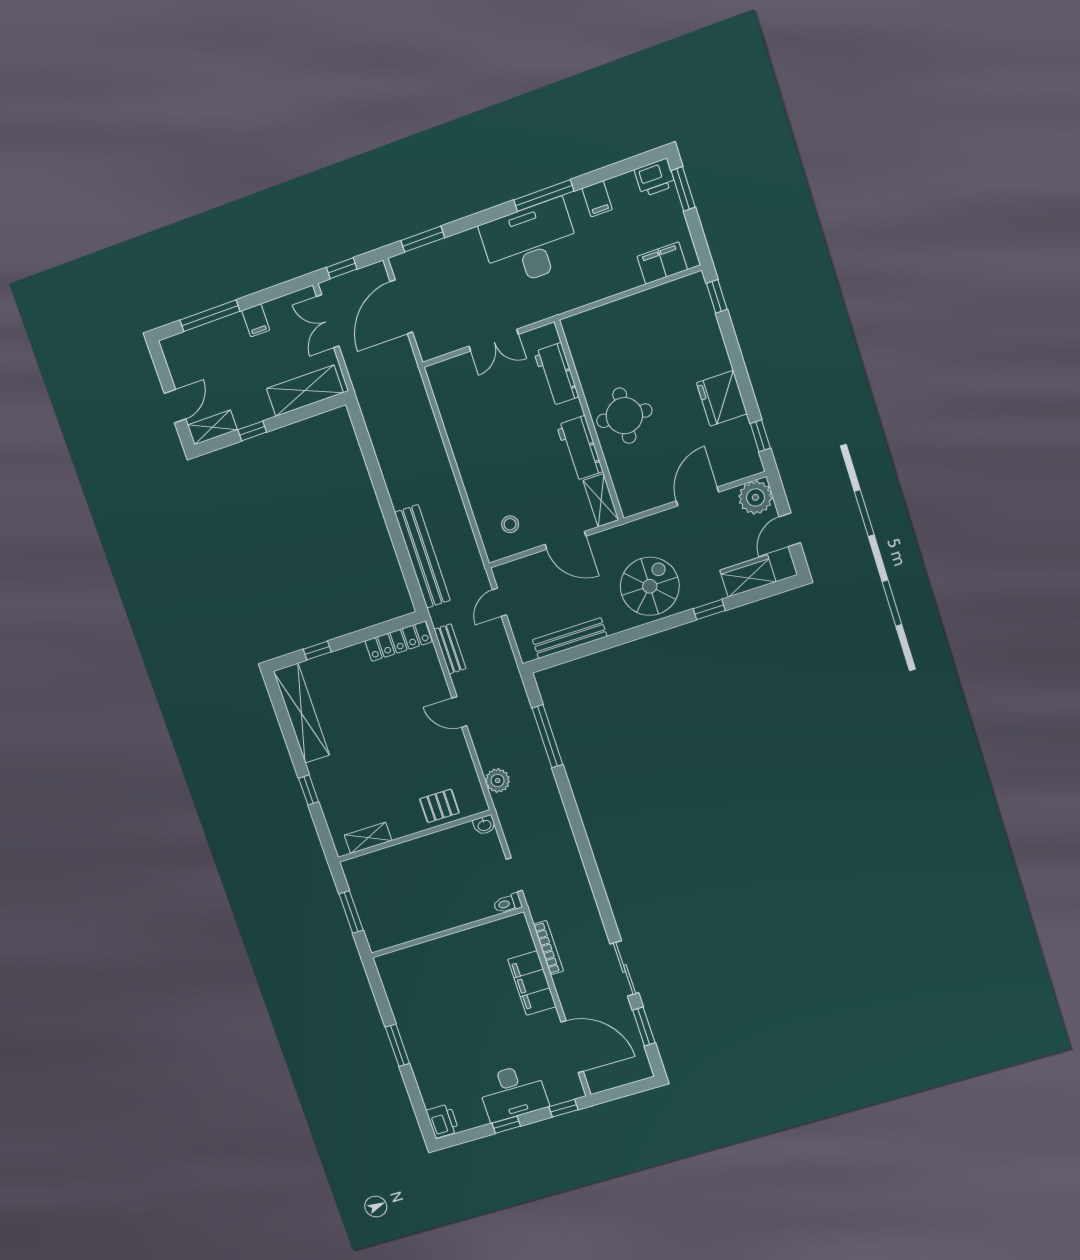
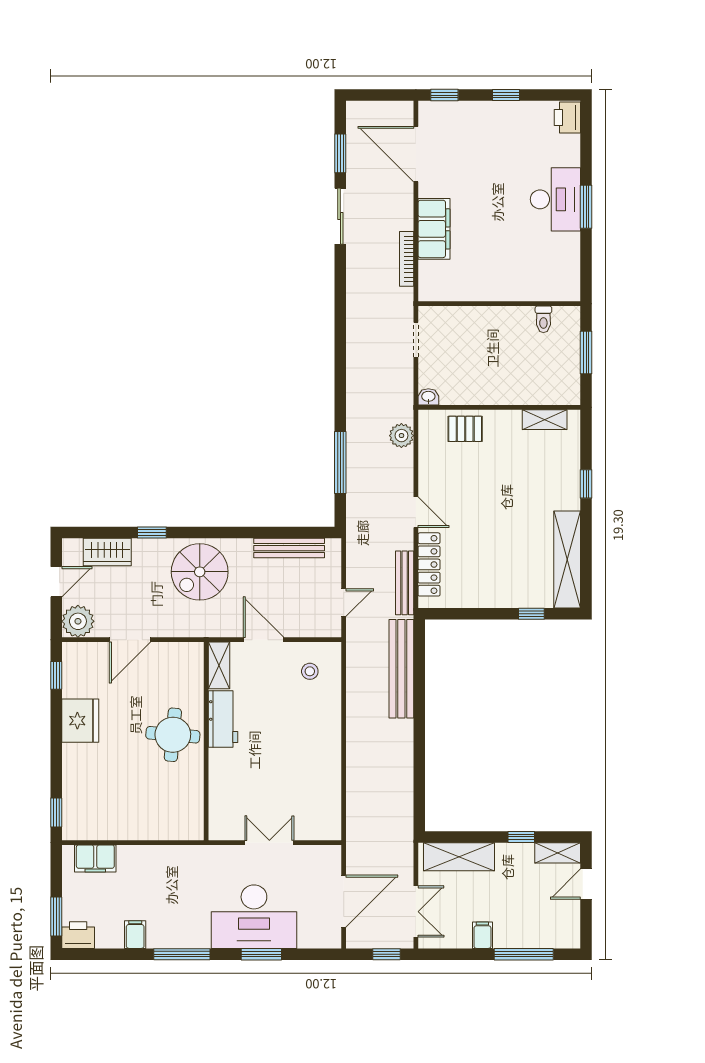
window: (423, 239) -> (261, 954), moved
desk: (530, 243) -> (254, 917), moved
workbench: (556, 374) -> (222, 793), removed
locker: (399, 641) -> (429, 564), moved, turned 90
bench: (450, 649) -> (405, 583), width x1.36
toilet: (508, 903) -> (543, 319), moved, turned 90
desk: (513, 1092) -> (555, 199), moved, turned 90

